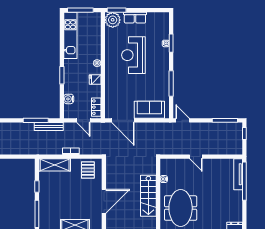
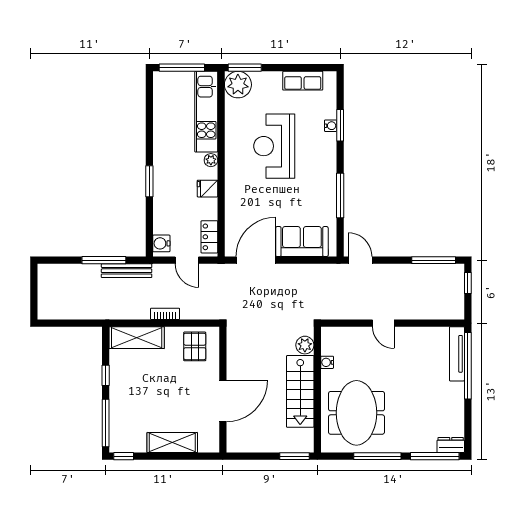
row of seats: (135, 18) -> (303, 81), moved
kitchen unit: (70, 35) -> (206, 112), moved, turned 180
water cooler: (69, 99) -> (161, 243), moved
door: (123, 120) -> (256, 260), swing flipped
plant: (151, 169) -> (305, 345), added

